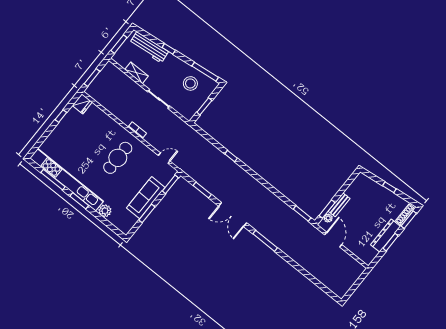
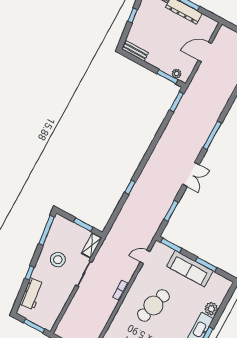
workbench: (149, 47) -> (32, 294), width x0.73
shelving: (137, 73) -> (92, 245), moved
stool: (190, 83) -> (58, 260), moved
cafe table: (118, 158) -> (153, 305), turned -74
door: (164, 158) -> (145, 257), hinge flipped
bench: (339, 205) -> (135, 51), moved
double door: (233, 214) -> (191, 175), width x0.73
door: (333, 240) -> (205, 52), moved

